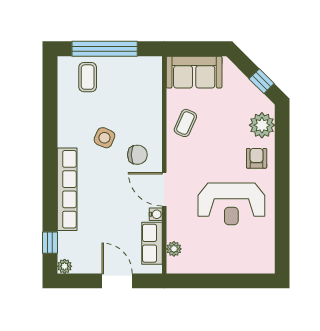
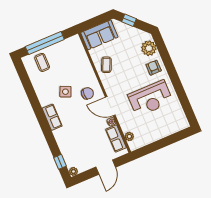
window: (262, 81) -> (129, 20), moved
row of seats: (67, 189) -> (52, 117), width x0.50
door: (117, 281) -> (106, 167), swing flipped

